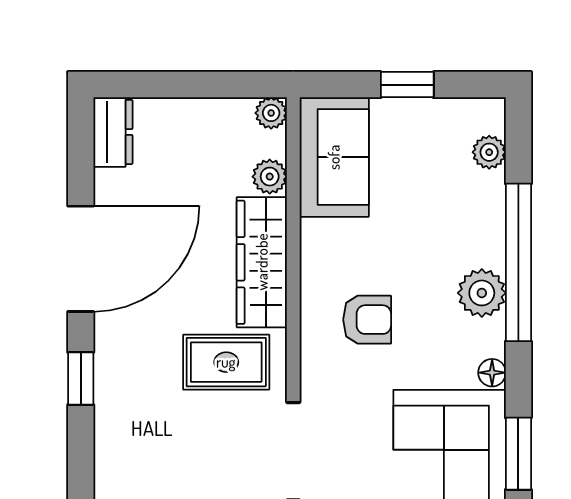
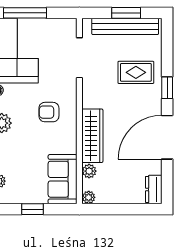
rug: (226, 362) -> (136, 72), moved

